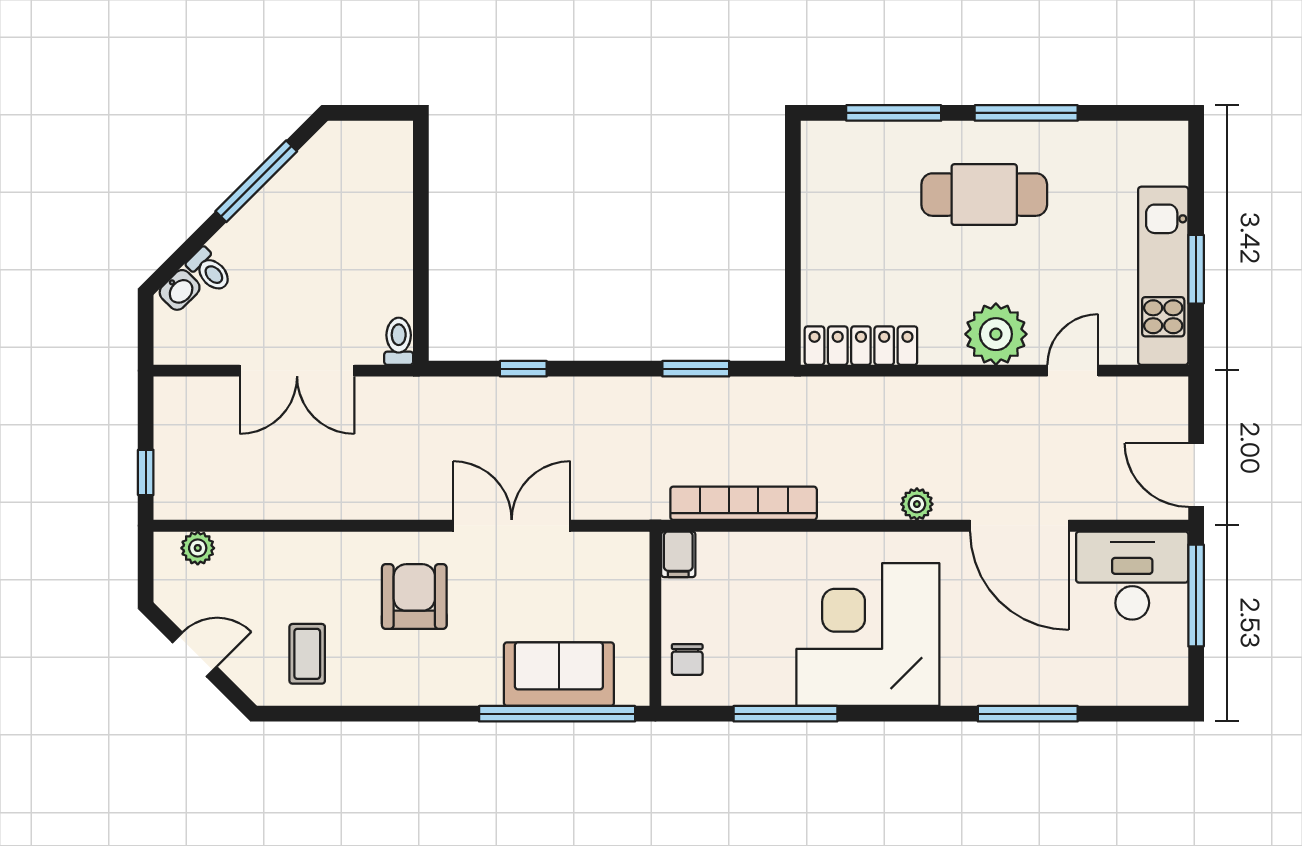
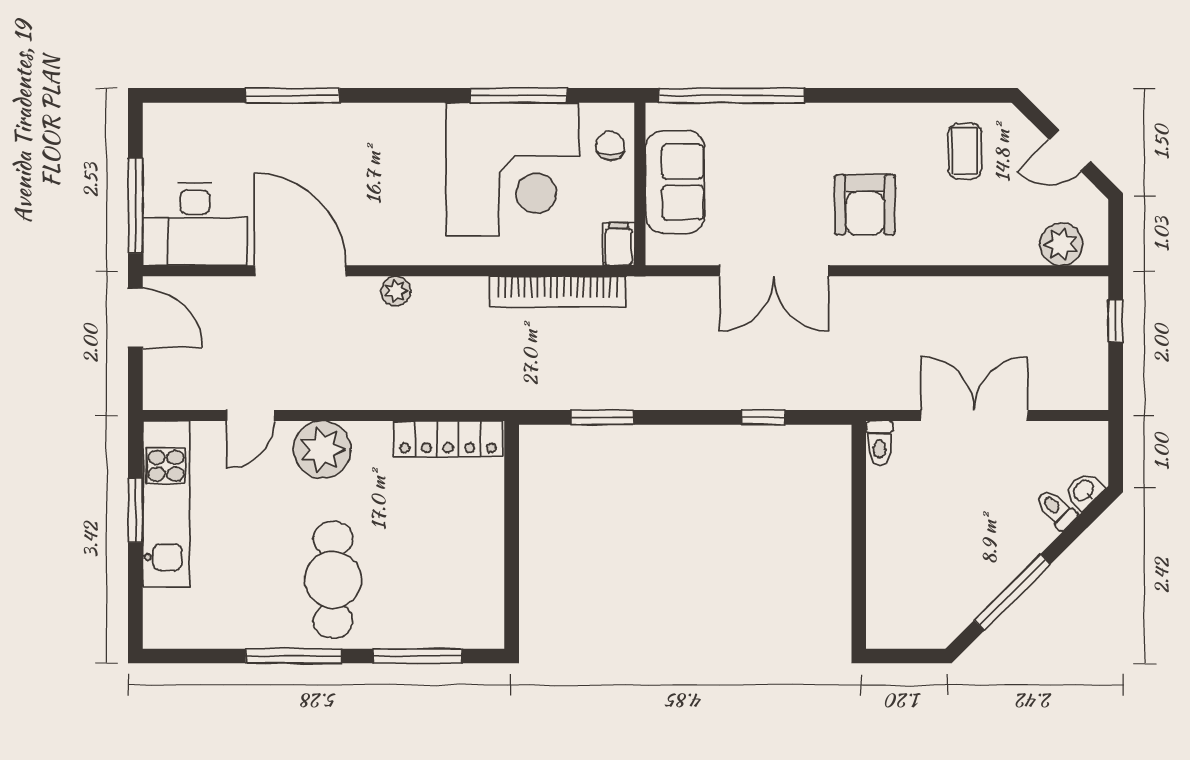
cafe table: (984, 195) -> (333, 580), turned 90
plant: (198, 548) -> (1061, 244), width x1.38, depth x1.38
corner desk: (868, 635) -> (512, 169), moved
sofa: (559, 674) -> (675, 182), moved, turned -90

